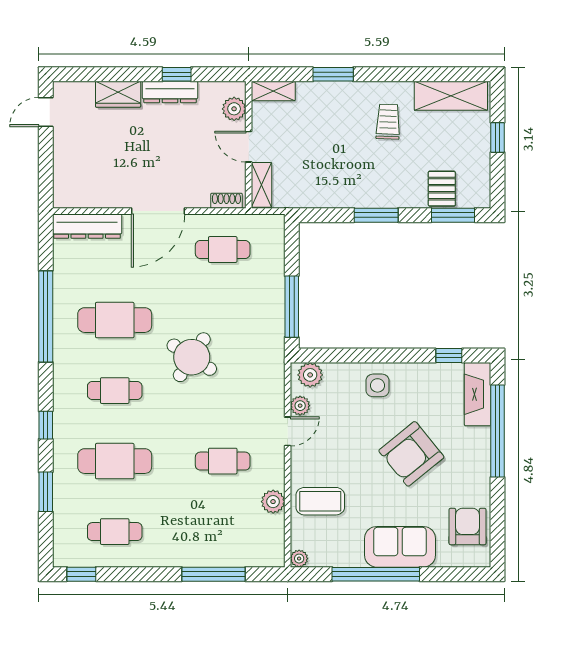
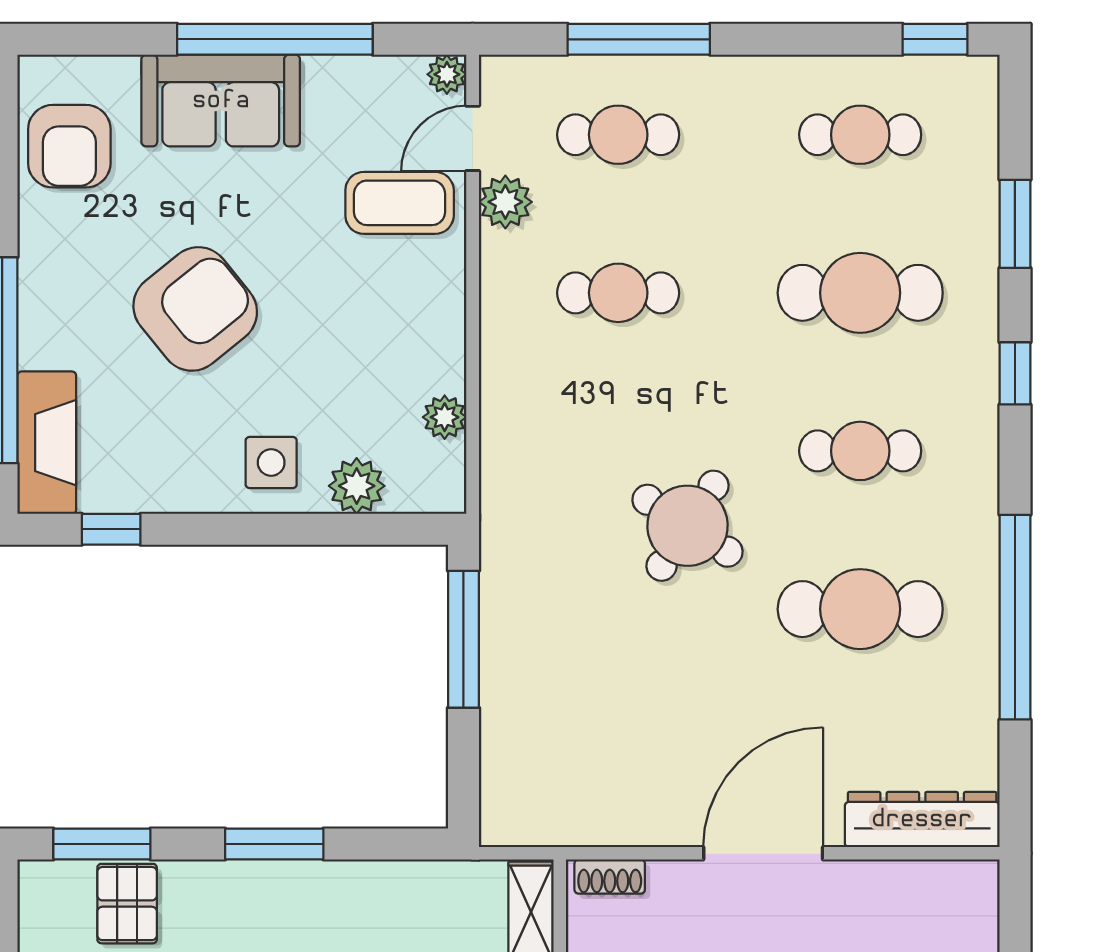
cafe table: (223, 250) -> (618, 135), moved
plant: (310, 375) -> (357, 486), moved
door: (288, 431) -> (473, 138), moved

